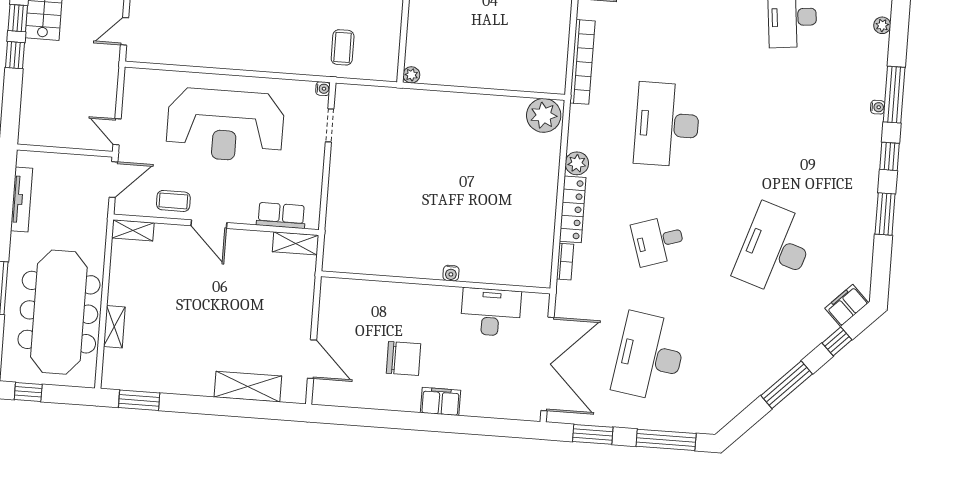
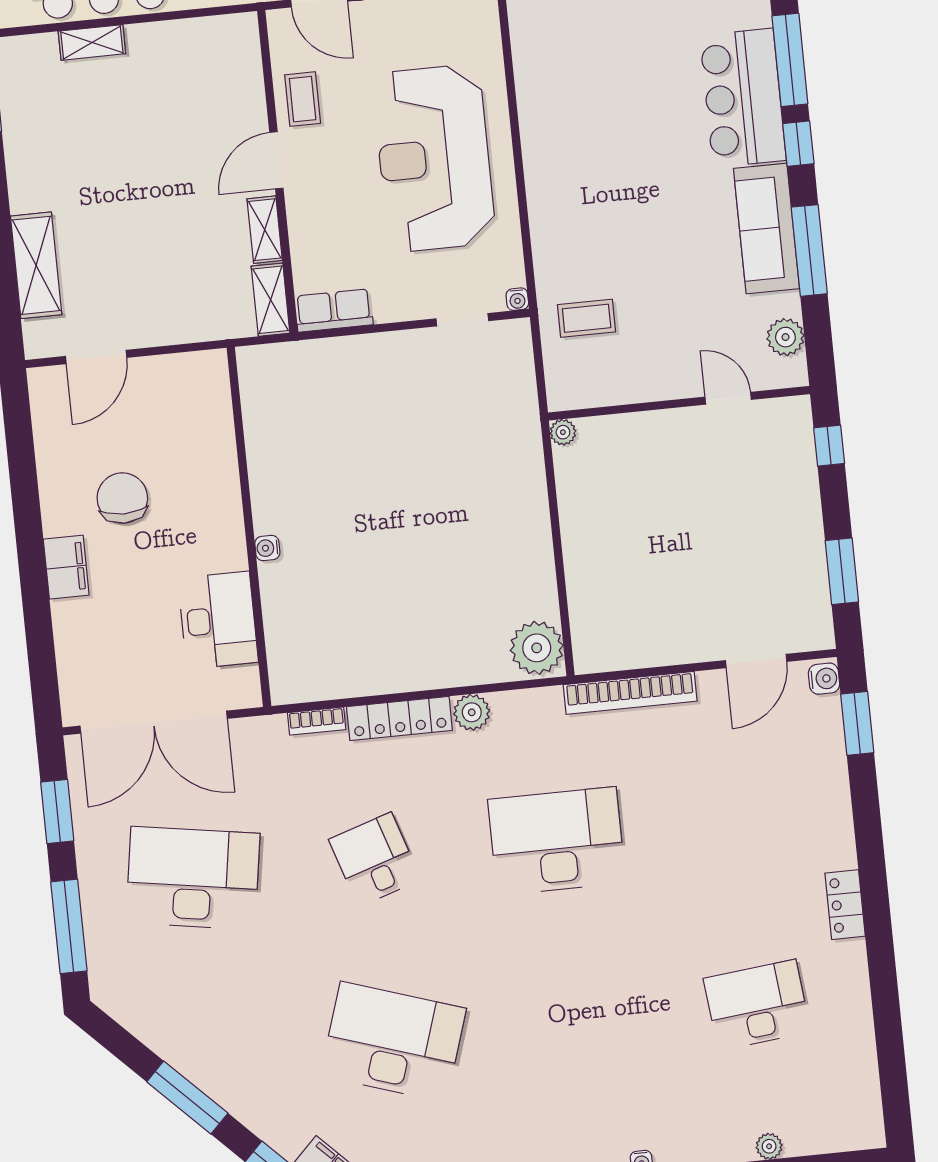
row of seats: (281, 215) -> (334, 310), moved, turned -90
shelving: (133, 230) -> (265, 230), moved
chair: (403, 359) -> (122, 498), turned 180

